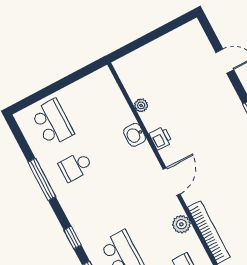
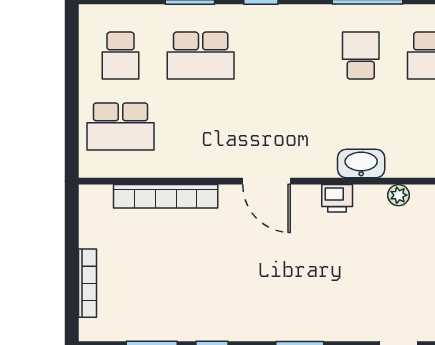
washbasin: (135, 135) -> (361, 164), width x1.38
plant: (181, 224) -> (198, 163), removed

